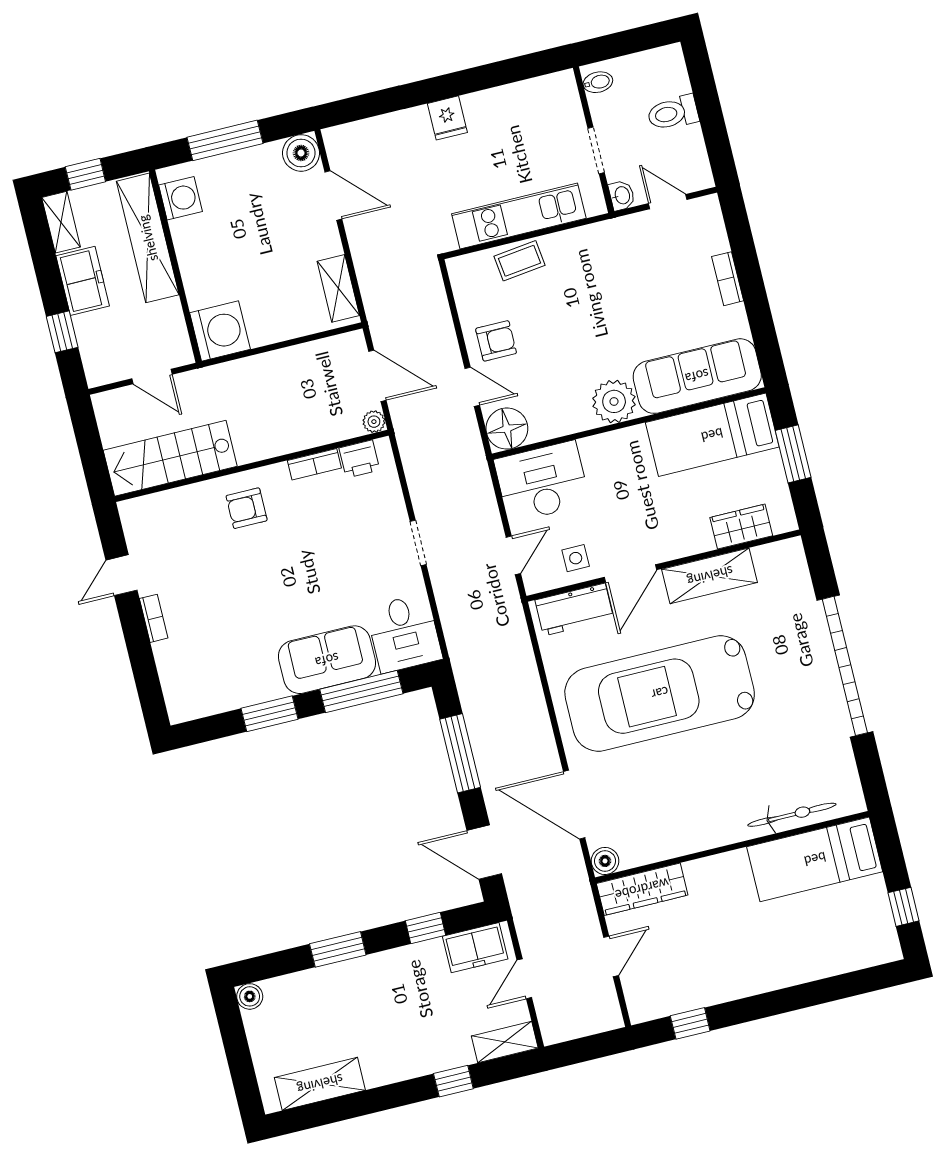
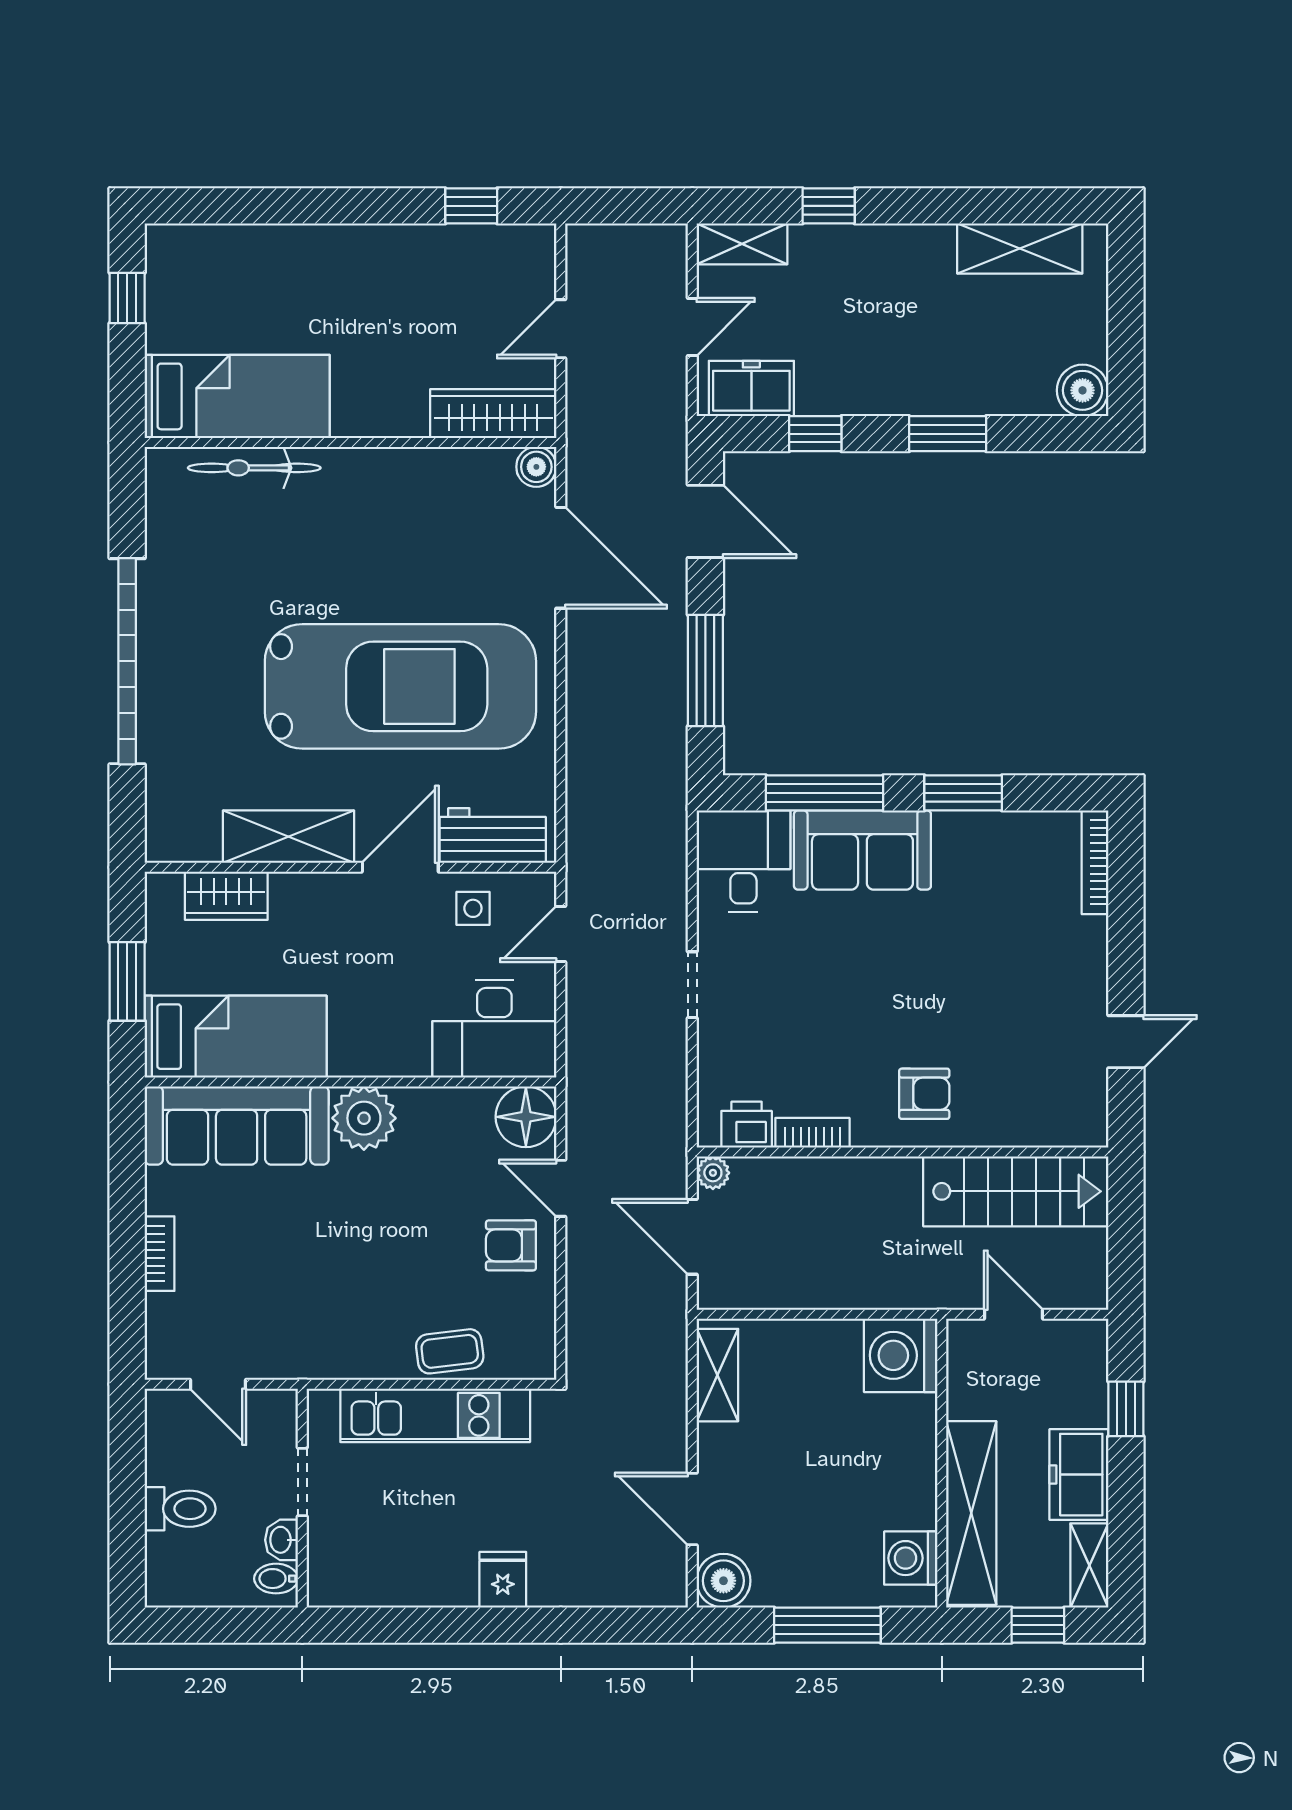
washbasin: (622, 195) -> (281, 1540), moved
bookcase: (154, 618) -> (1095, 862), moved, width x1.56
boiler: (250, 996) -> (1083, 390), width x1.36, depth x1.36

